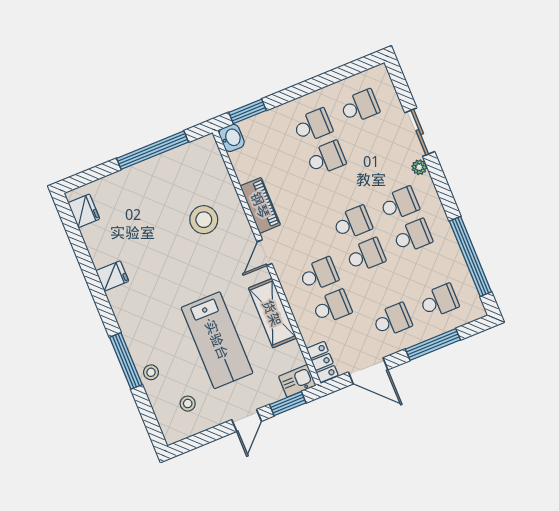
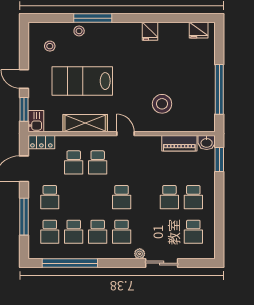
piano: (260, 205) -> (179, 143), moved
school desk: (366, 255) -> (74, 232), moved

